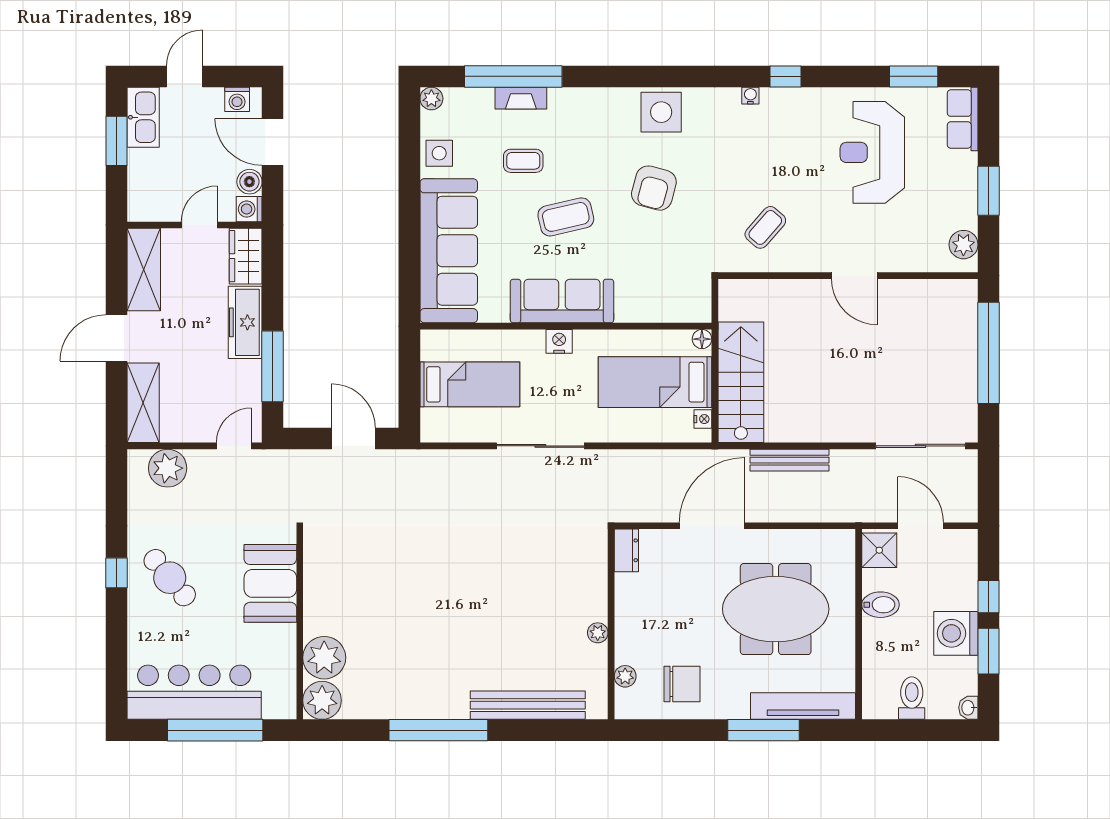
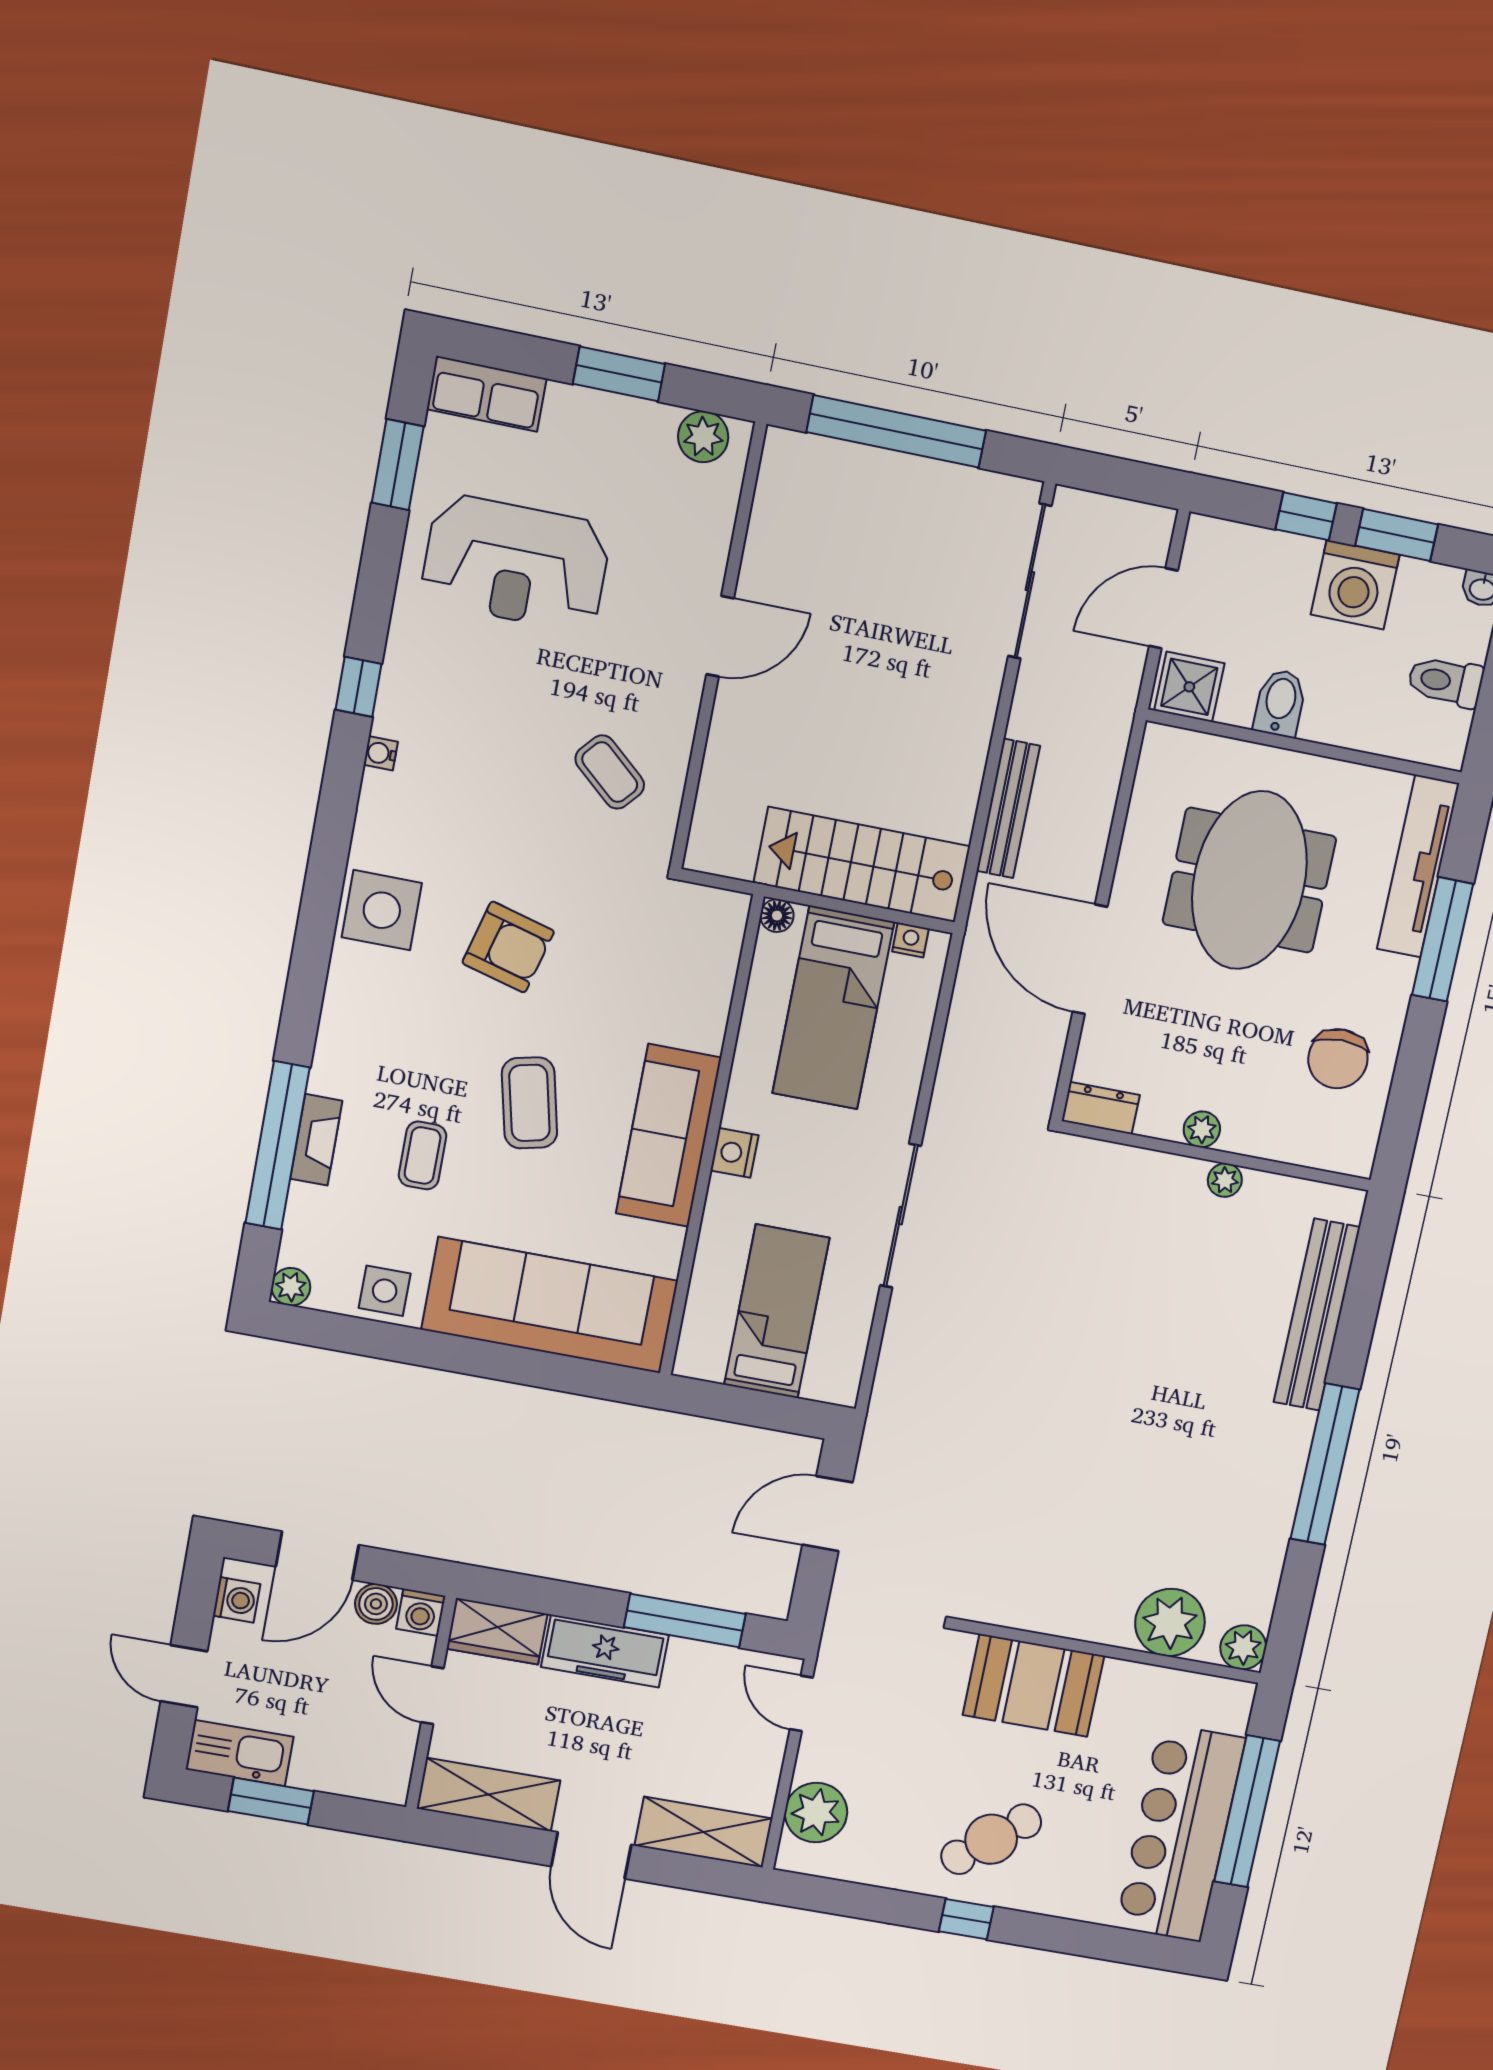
plant: (625, 676) -> (1202, 1129), moved
chair: (682, 684) -> (1338, 1059), turned 180
plant: (322, 700) -> (1243, 1647), width x0.73, depth x0.73

